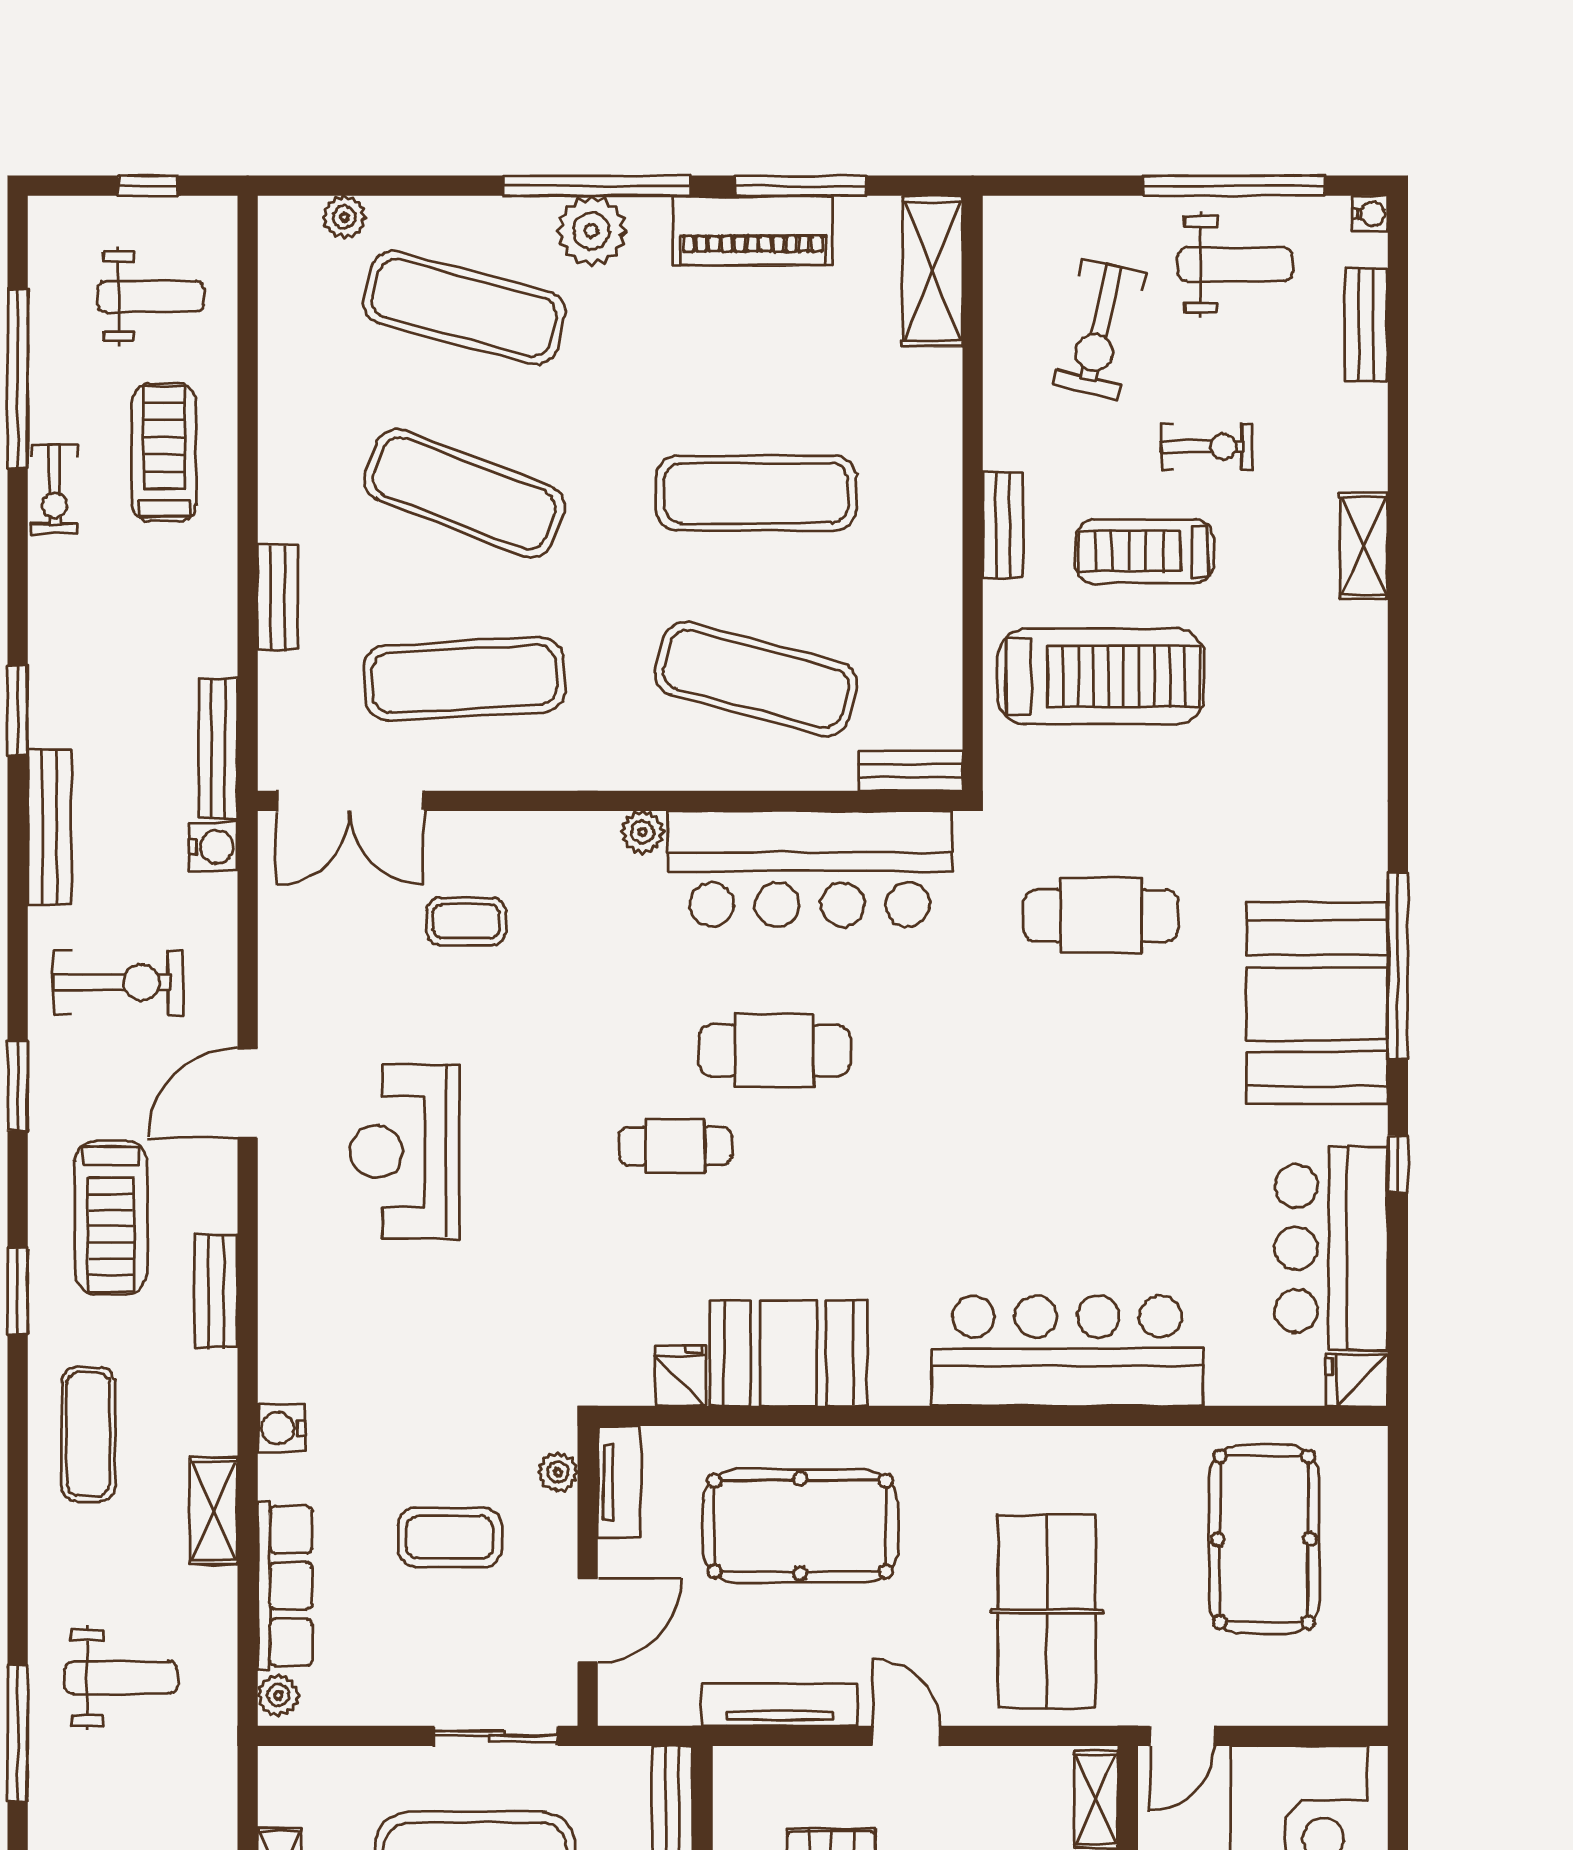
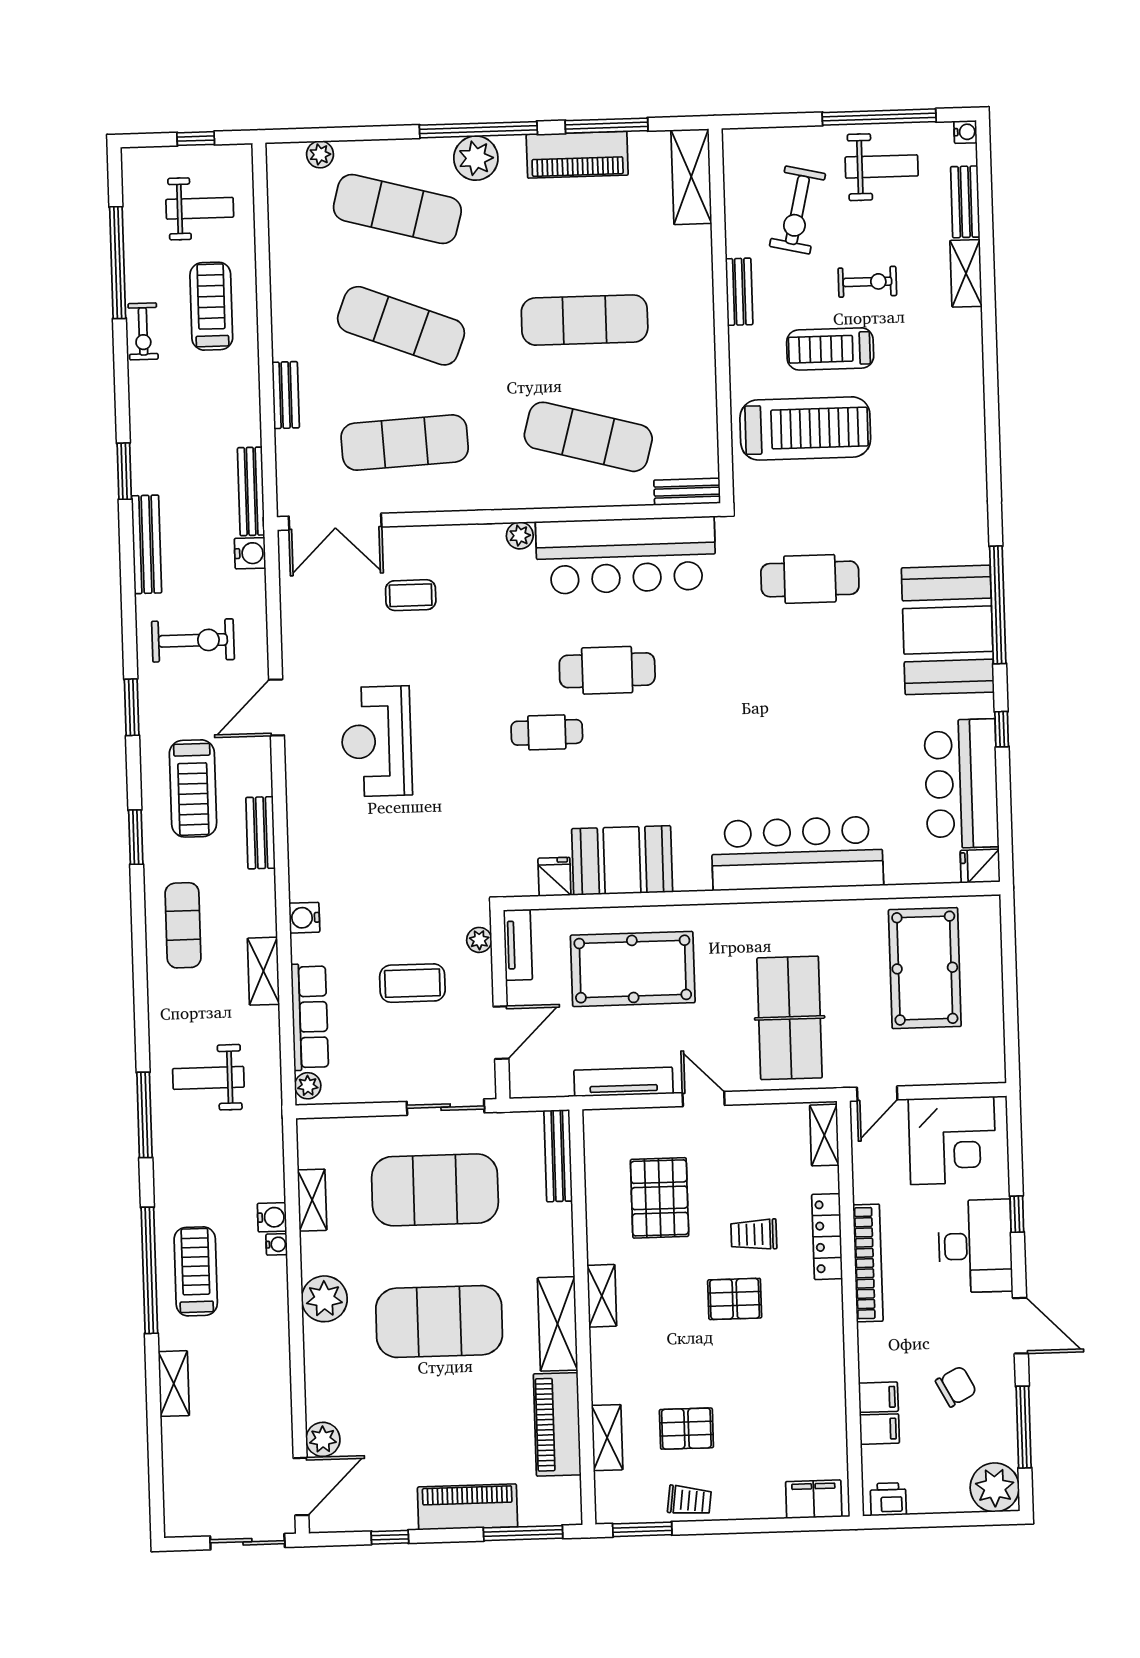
bench: (1003, 525) -> (739, 292), moved
shelving: (1364, 546) -> (966, 273), moved
weight bench: (121, 1678) -> (208, 1078), turned 180

